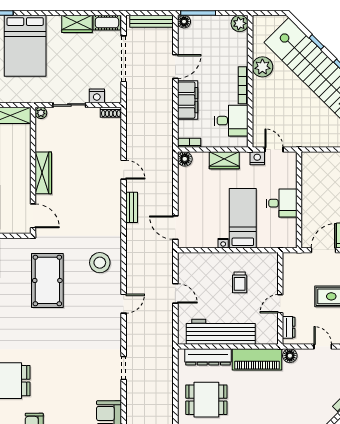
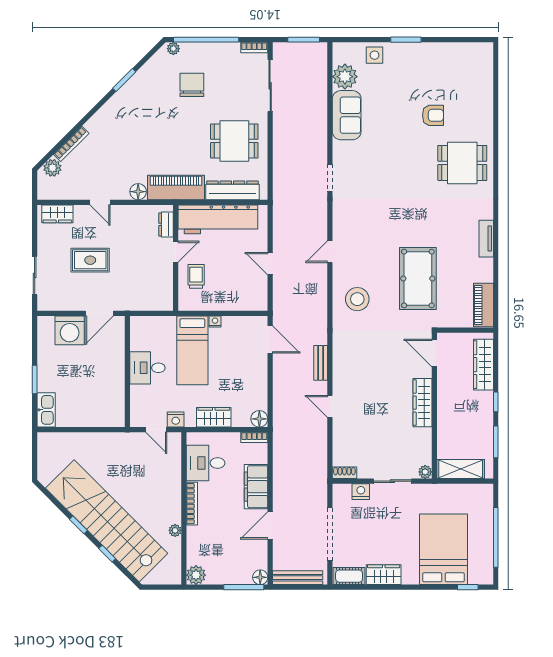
plant: (262, 67) -> (175, 530), width x0.53, depth x0.53
wall: (280, 298) -> (176, 258), moved
door: (280, 304) -> (176, 252), moved
dresser: (289, 327) -> (166, 224), moved

